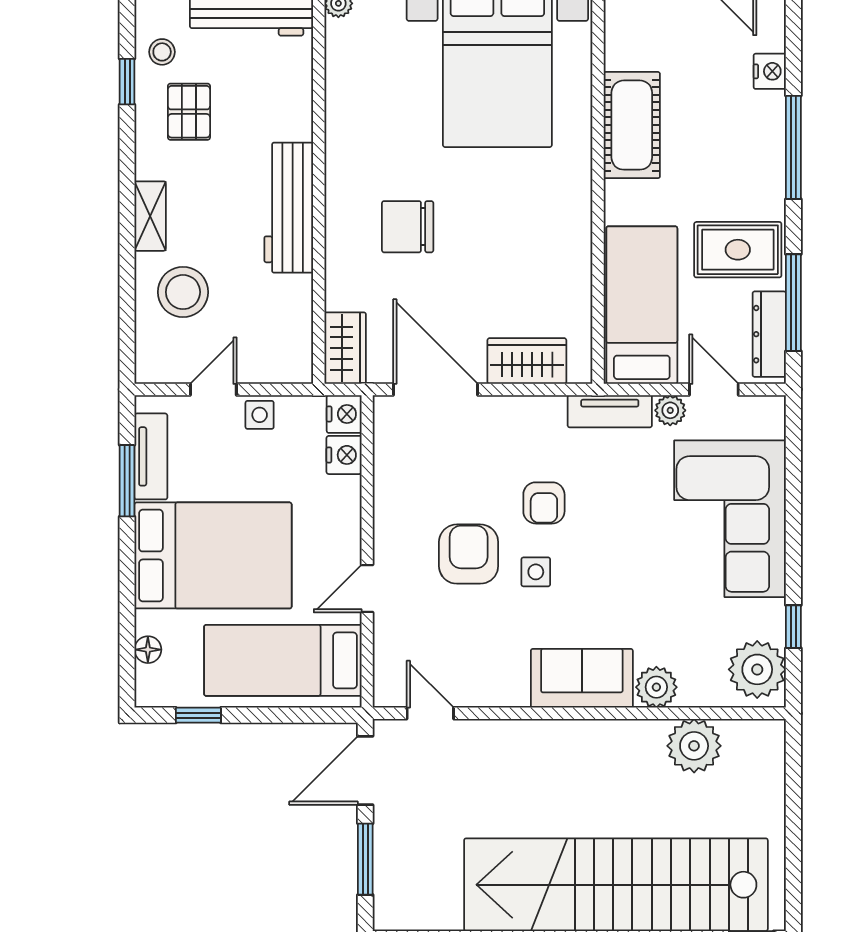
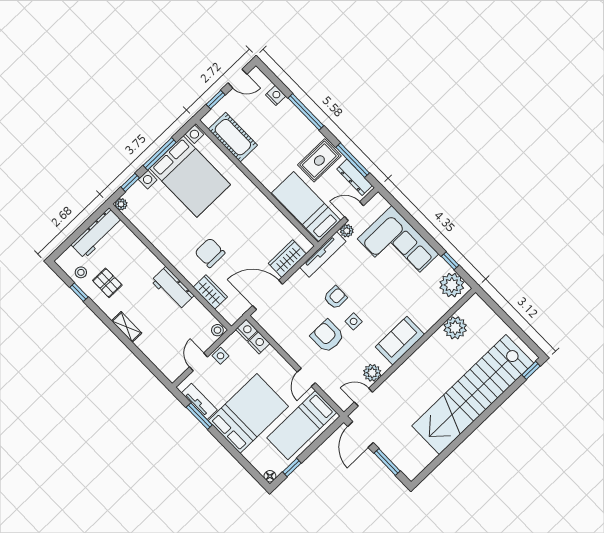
cot: (632, 125) -> (233, 137), moved
workbench: (289, 208) -> (172, 288), width x0.73
chair: (408, 227) -> (210, 253), turned 90
stool: (183, 292) -> (217, 330), moved, width x0.53, depth x0.53
wardrobe: (345, 348) -> (210, 292), moved
tv unit: (610, 411) -> (323, 254), width x1.41
armchair: (544, 503) -> (335, 298), turned -90
floor lamp: (148, 650) -> (270, 476), moved
plant: (656, 687) -> (372, 373), moved

